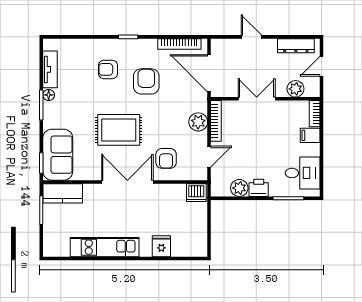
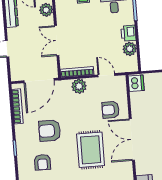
armchair: (166, 158) -> (111, 110), turned 180

